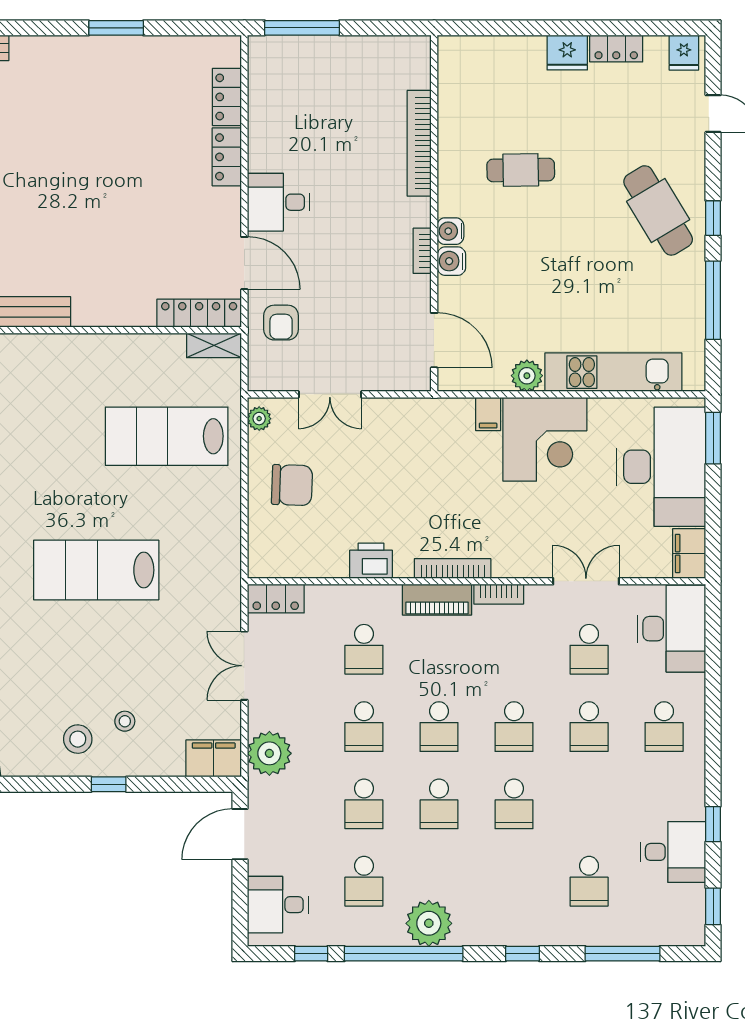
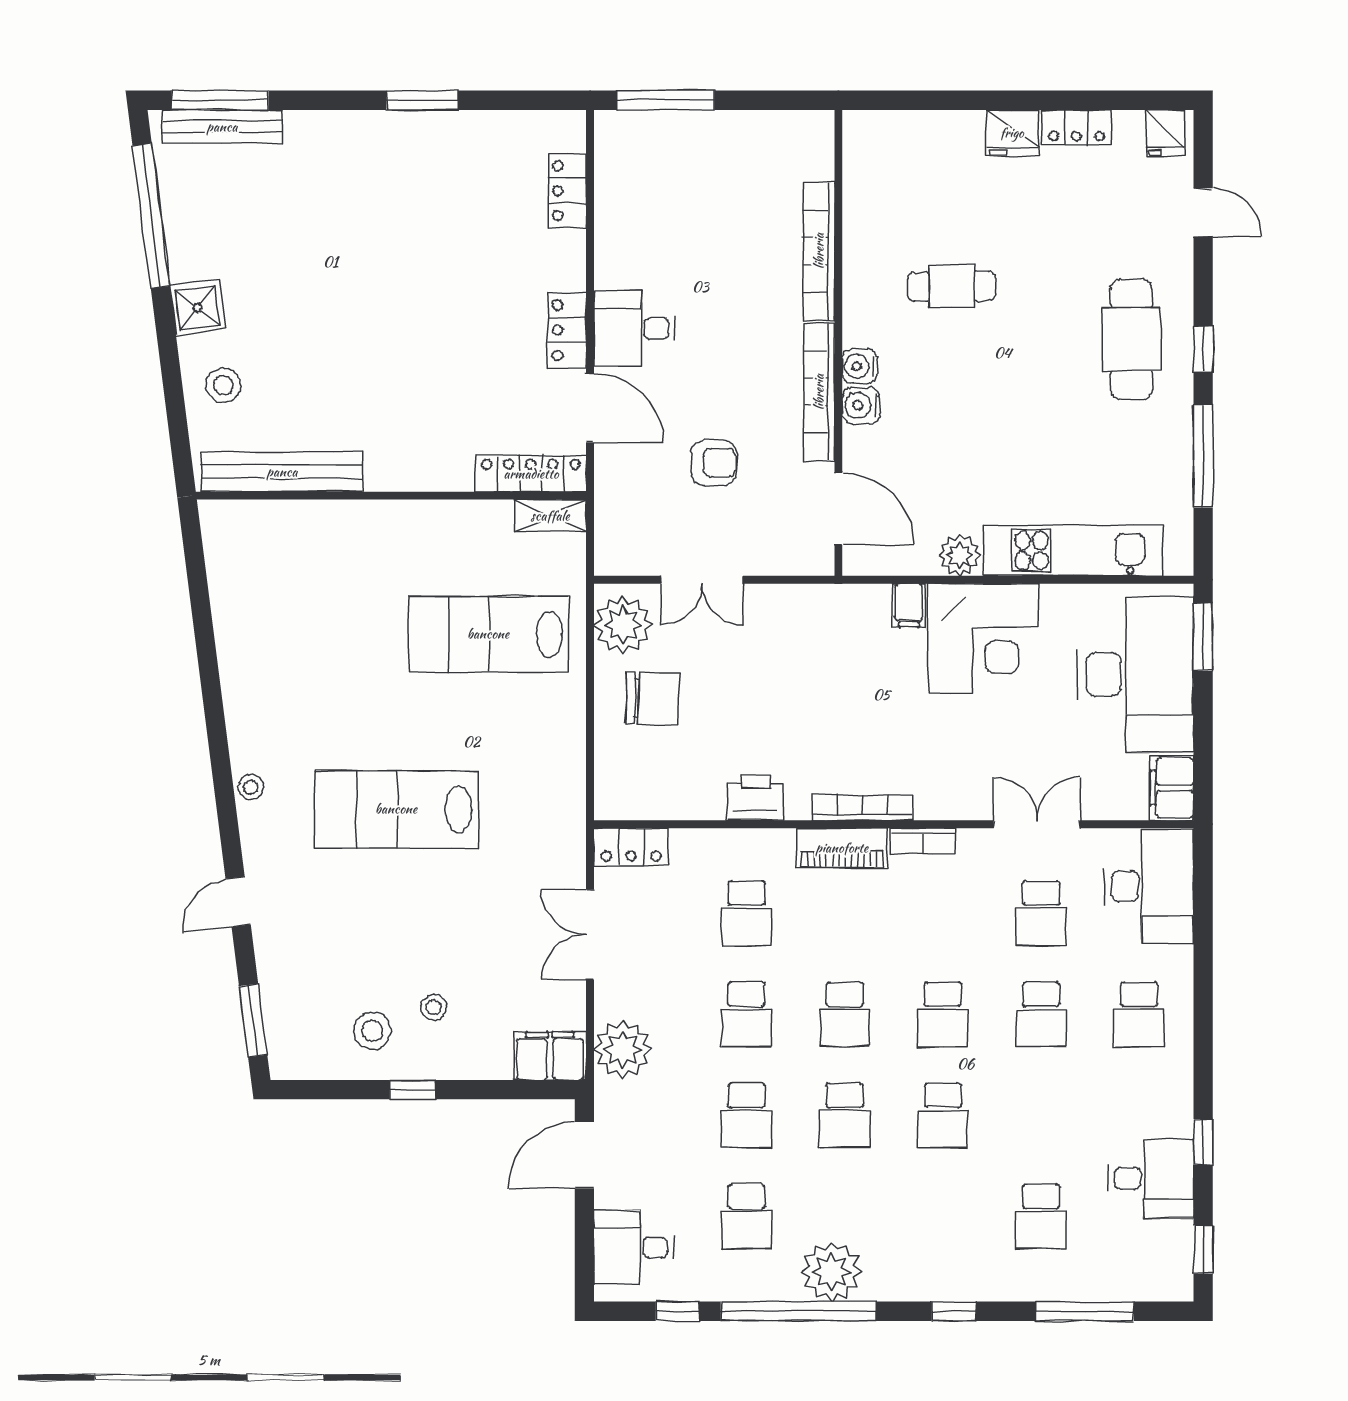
locker: (227, 157) -> (567, 330), moved
cafe table: (658, 210) -> (1131, 339), turned 31
bookcase: (422, 251) -> (819, 392), width x2.31, depth x1.31
armchair: (281, 323) -> (714, 463), moved, turned -90
plant: (259, 419) -> (623, 625), width x1.88, depth x1.88

